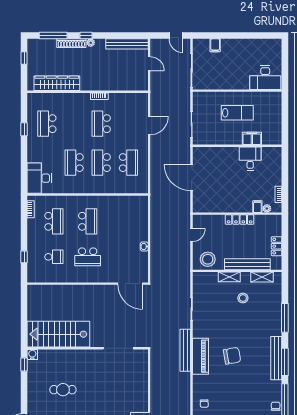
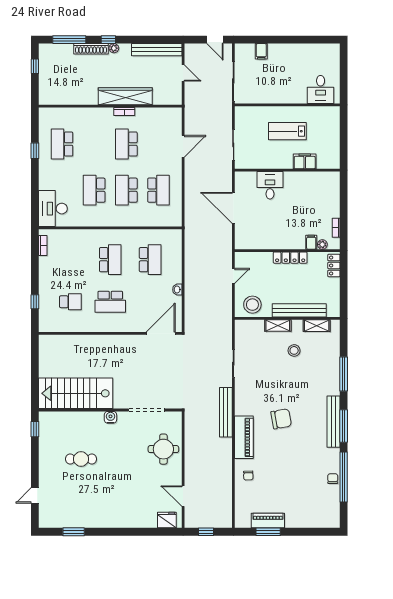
desk: (265, 78) -> (321, 90), width x0.73
wardrobe: (57, 83) -> (125, 96), moved
lab bench: (237, 113) -> (287, 131), turned 180
desk: (250, 159) -> (270, 185), moved
school desk: (54, 221) -> (150, 260), moved
locker: (277, 246) -> (334, 265), moved
door: (130, 284) -> (161, 333), swing flipped
water cooler: (32, 354) -> (110, 417), moved
piano: (200, 356) -> (244, 437), moved
round table: (133, 381) -> (163, 449), added

